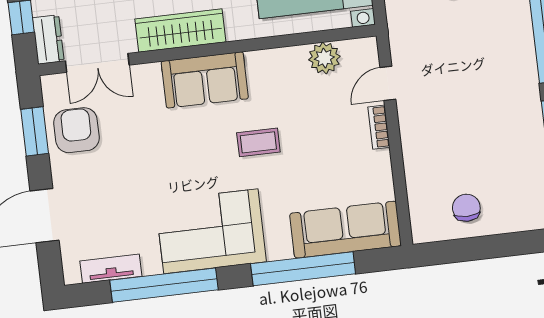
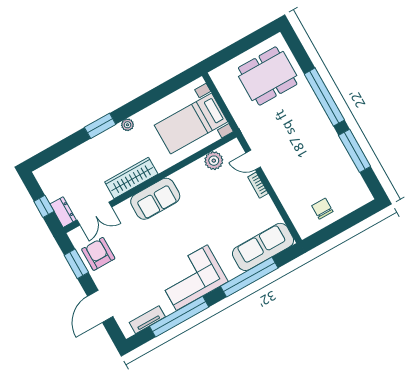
door: (388, 83) -> (253, 160), hinge flipped
coffee table: (258, 142) -> (197, 220), removed

